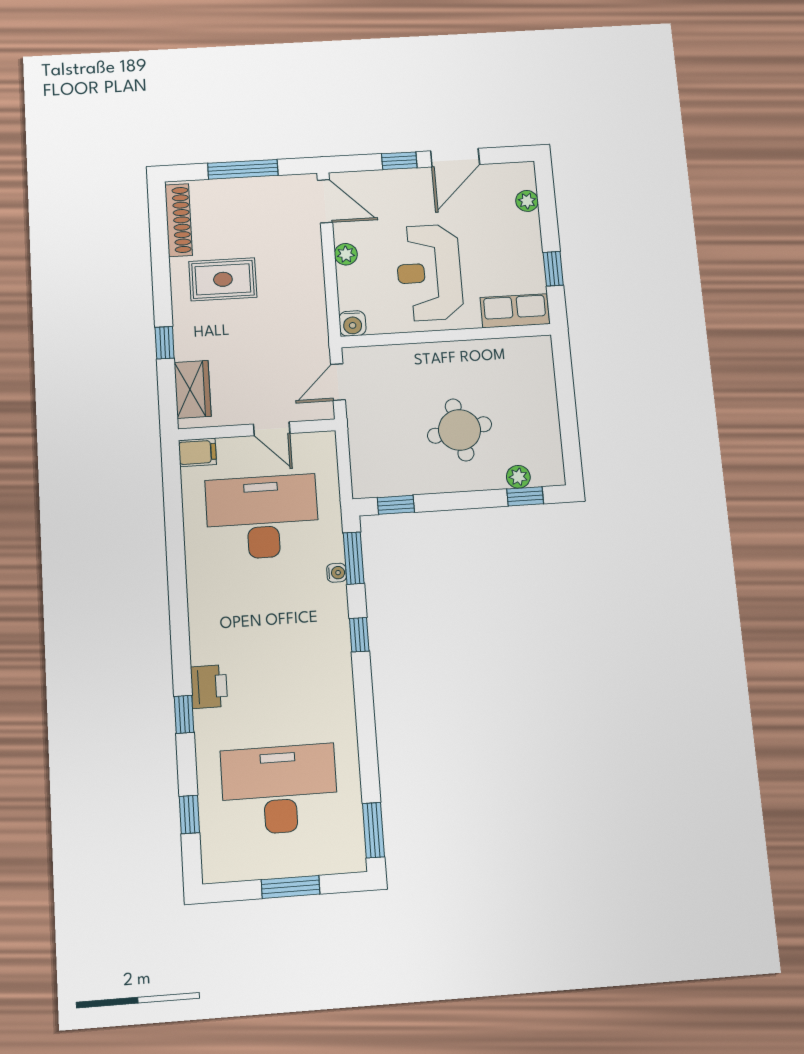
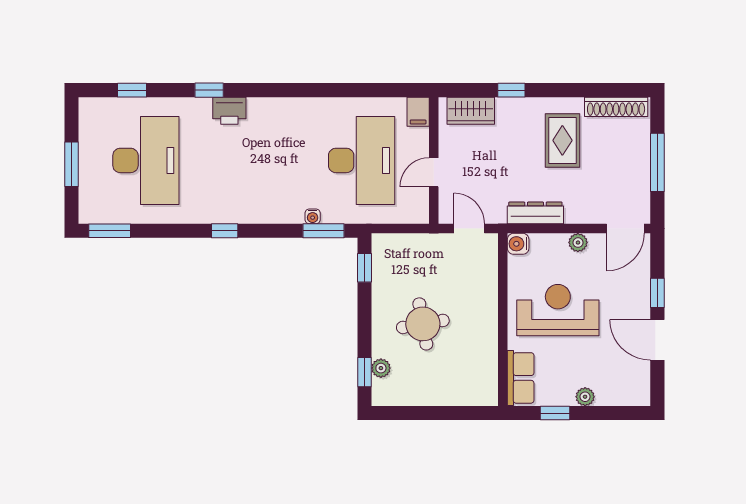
plant: (527, 201) -> (585, 397), moved
dresser: (313, 306) -> (535, 213), added
window: (359, 635) -> (225, 231), moved

